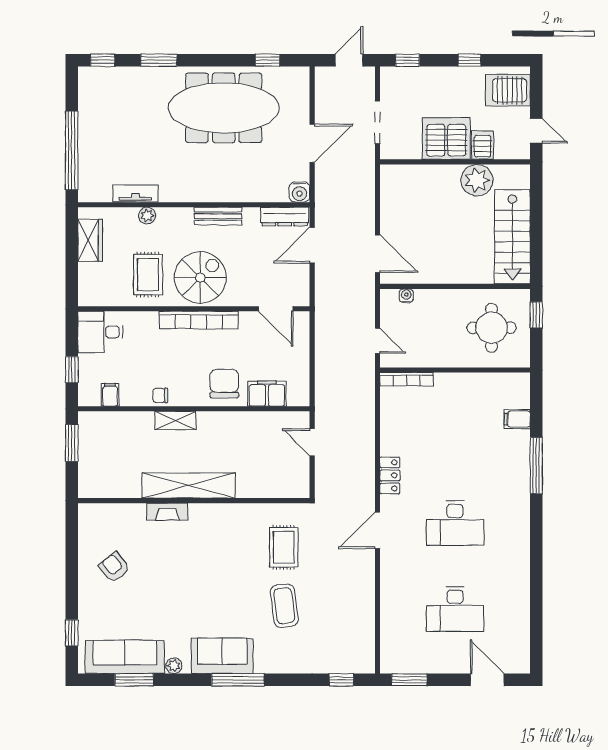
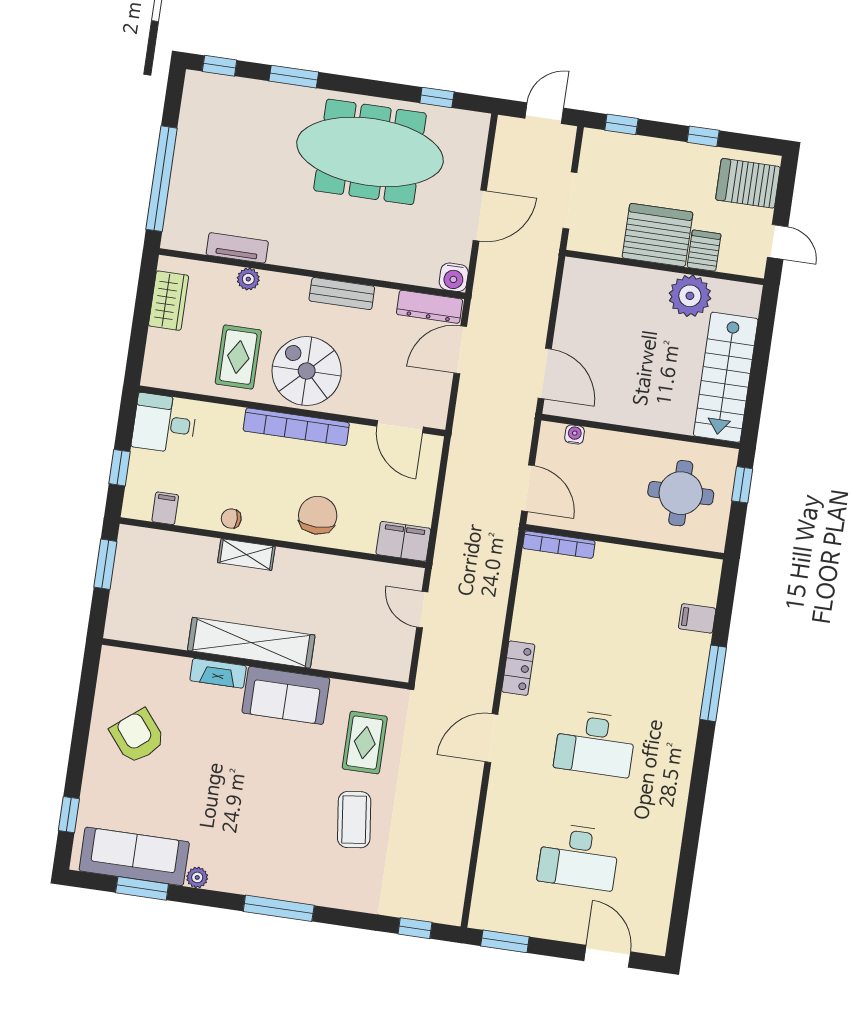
spiral stairs: (200, 278) -> (307, 371), turned -90
door: (377, 341) -> (528, 488), width x1.38
filing cabinet: (267, 394) -> (403, 541), moved
armchair: (114, 567) -> (137, 736), width x1.38, depth x1.38
sofa: (222, 656) -> (286, 695), moved, turned 180

